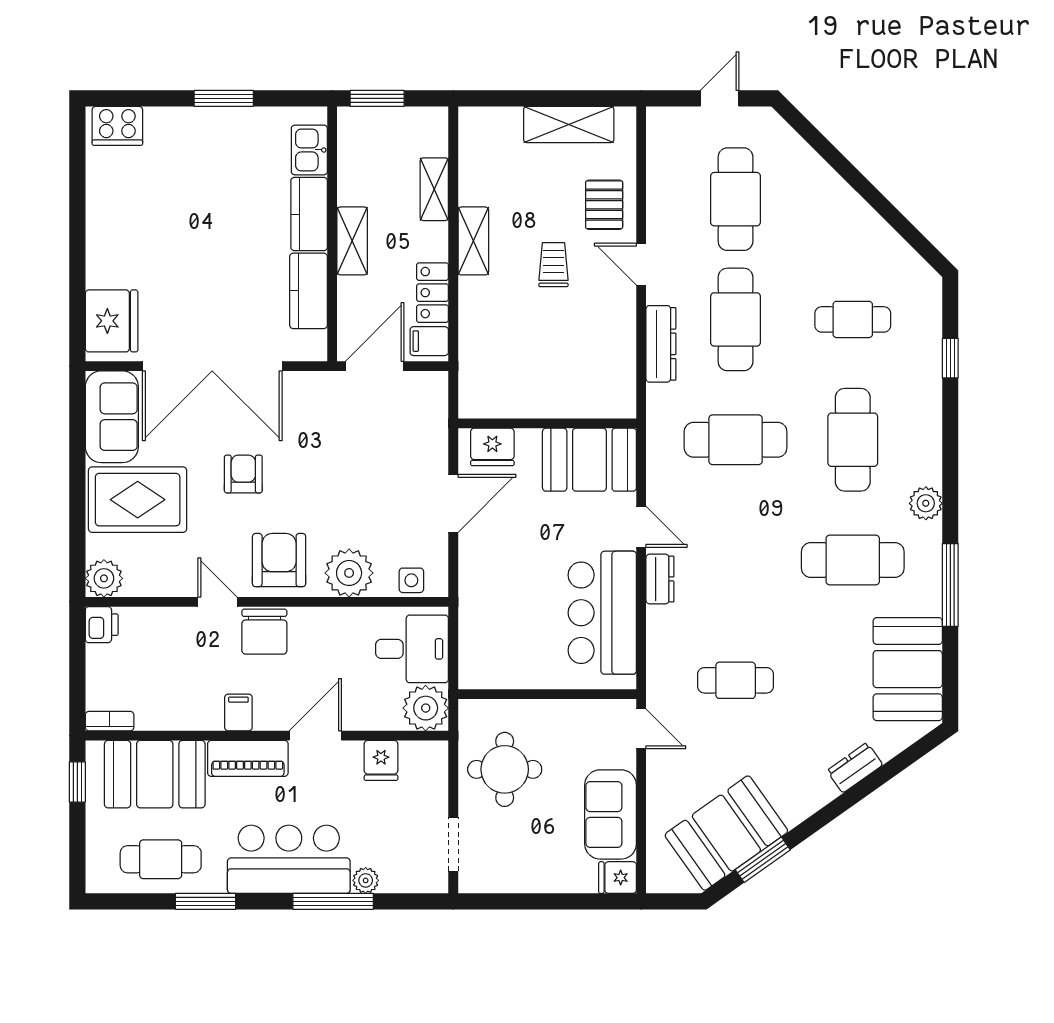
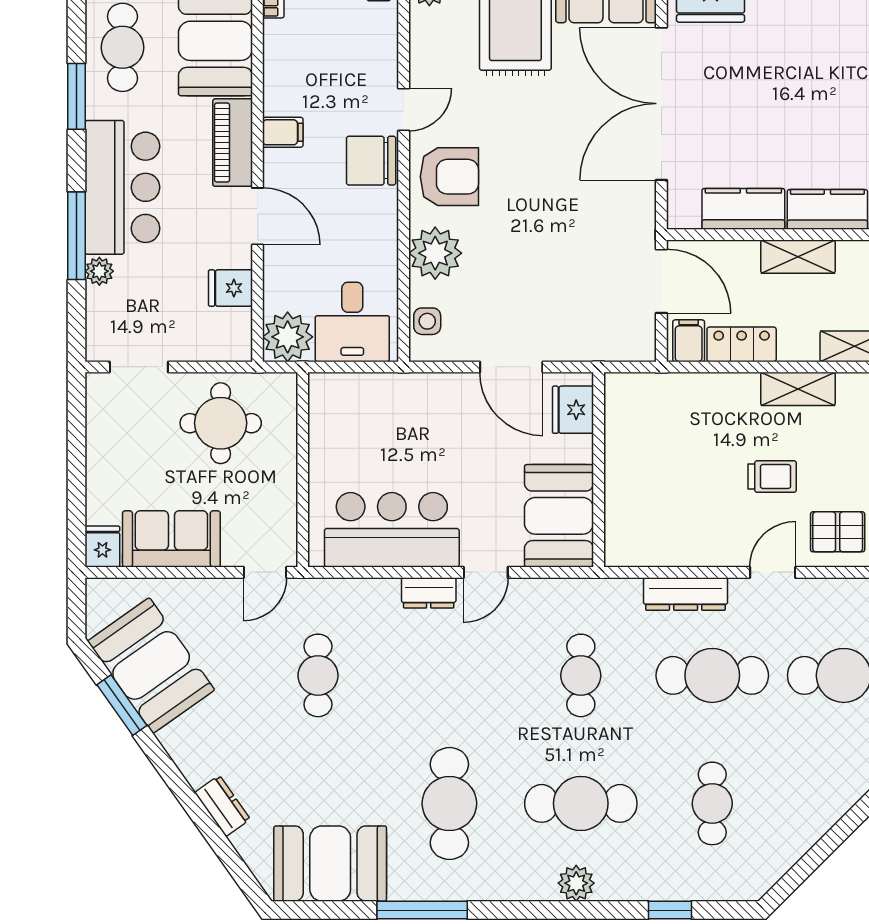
cafe table: (736, 440) -> (581, 675), width x0.73, depth x0.74
armchair: (243, 474) -> (543, 138), removed
plant: (926, 503) -> (576, 883), moved

